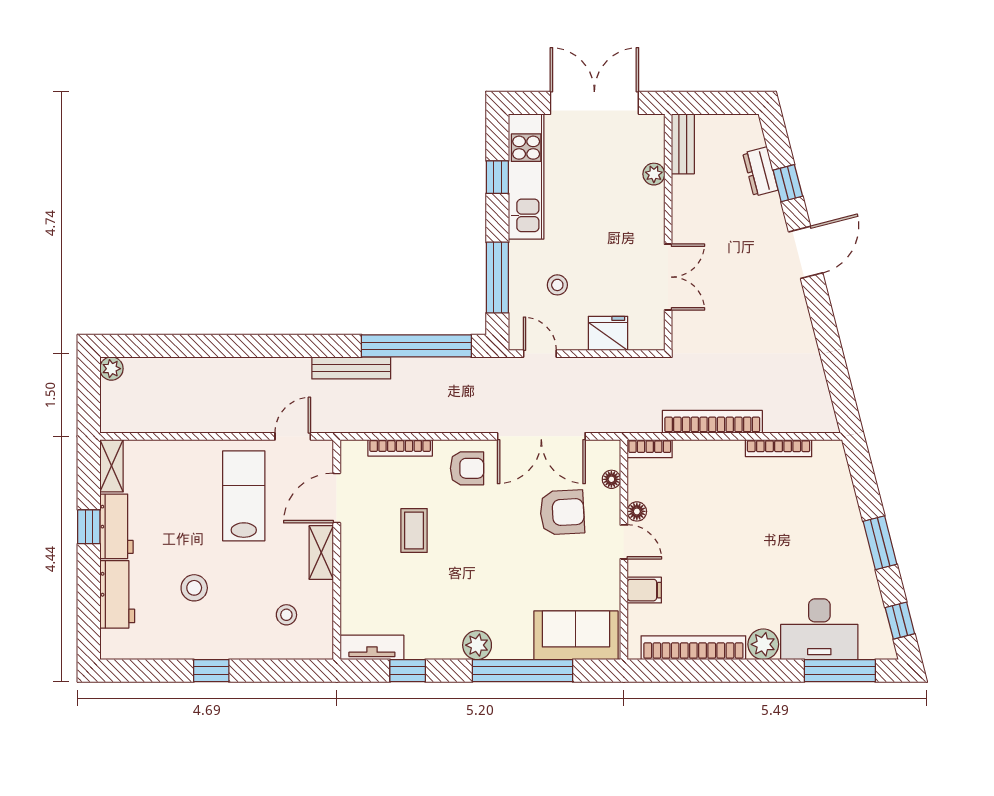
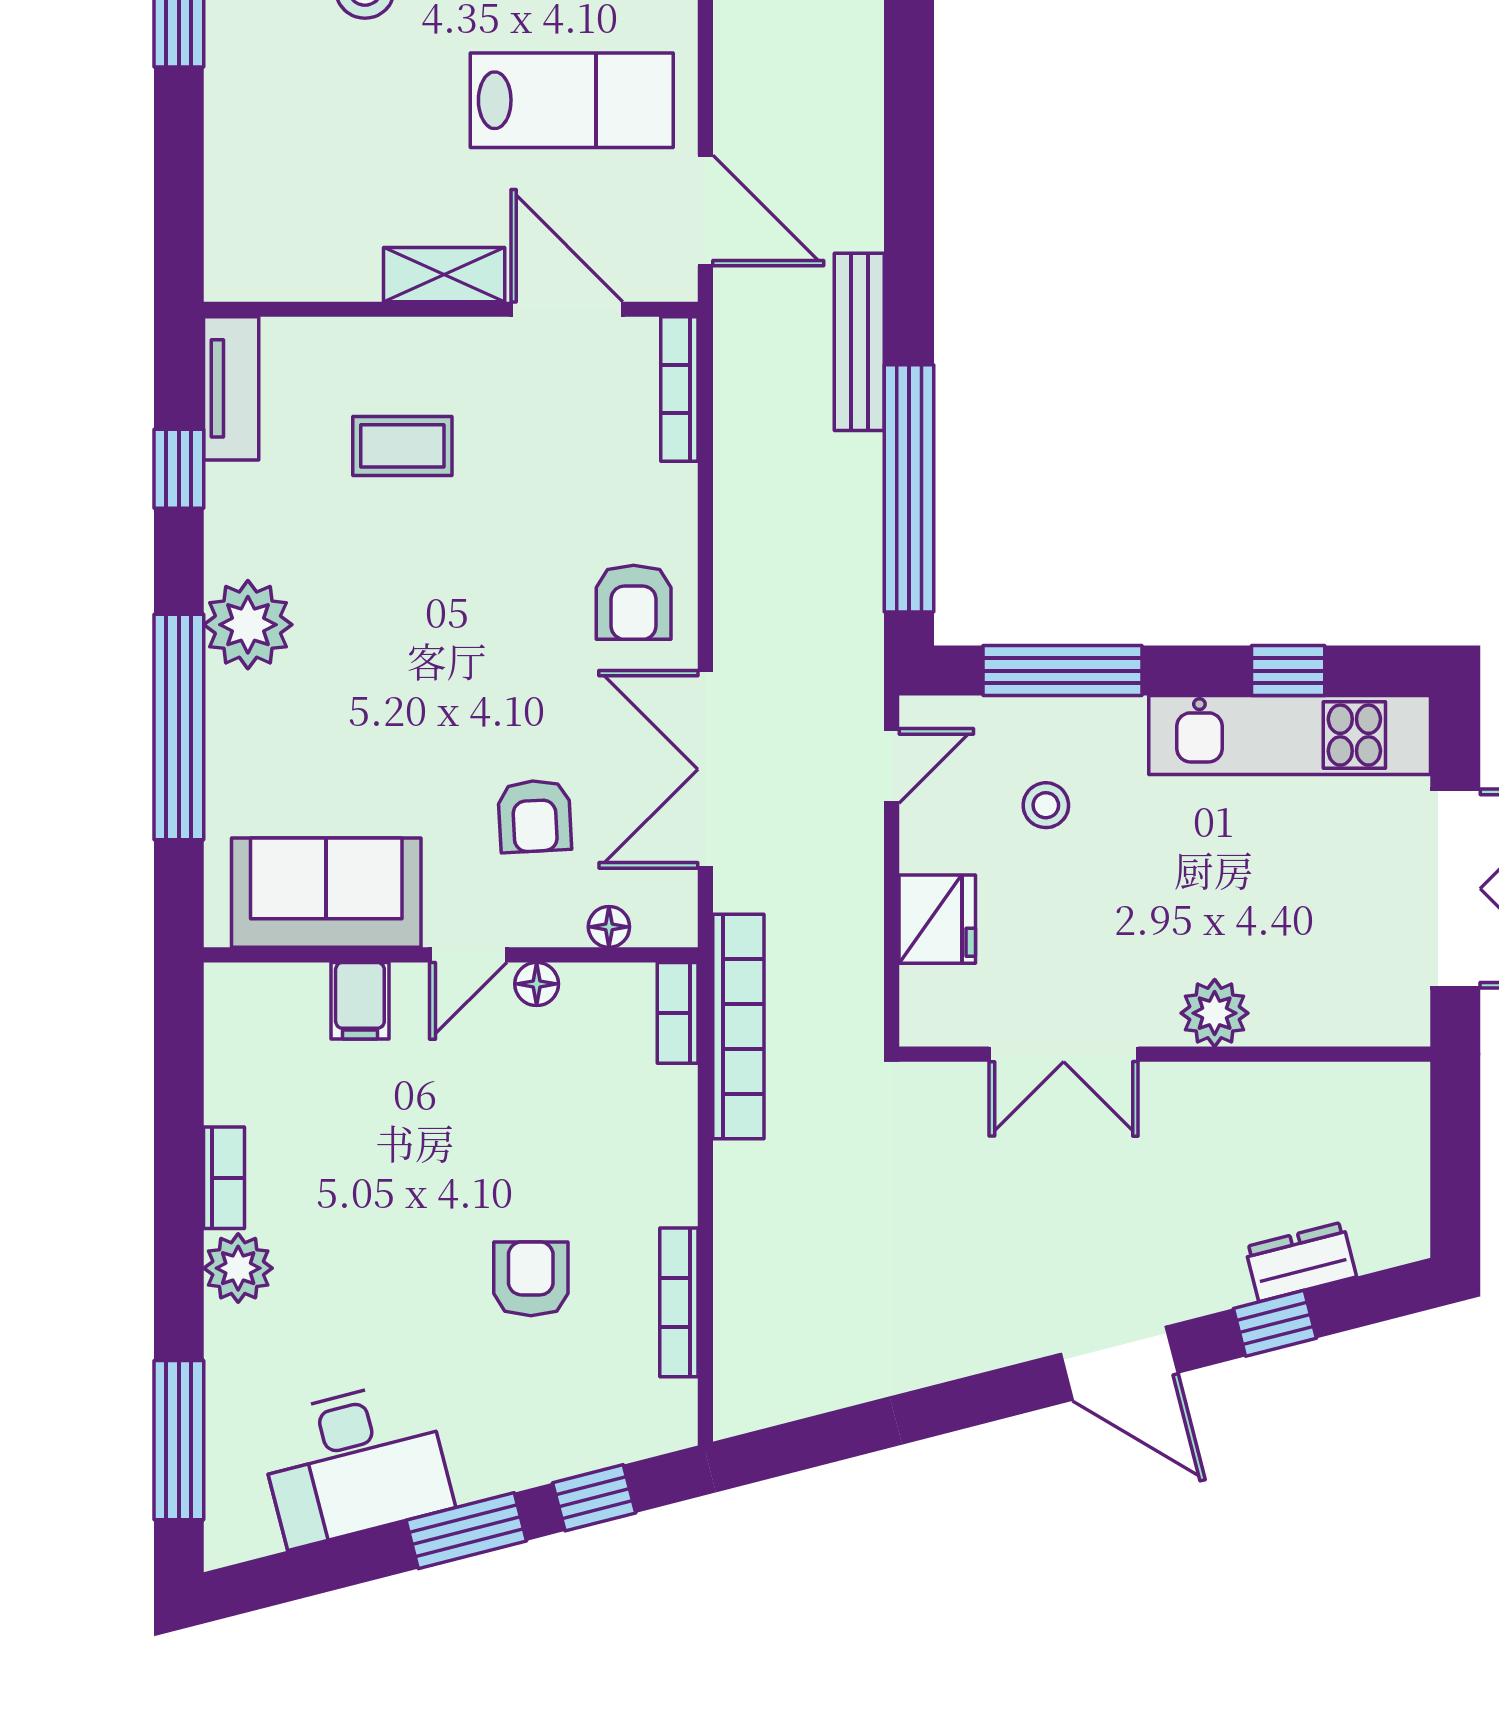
bench: (683, 144) -> (1363, 1087), removed
plant: (654, 174) -> (1215, 1013), moved, width x1.38, depth x1.38
bookcase: (712, 422) -> (738, 1027), moved
door: (293, 436) -> (705, 210), width x1.38
bookcase: (400, 448) -> (679, 389), moved
armchair: (562, 512) -> (535, 816), width x0.72, depth x0.72
armchair: (768, 514) -> (531, 1279), added
coffee table: (414, 530) -> (402, 446), moved
stool: (286, 615) -> (304, 196), removed
window: (900, 621) -> (594, 1498), moved
desk: (819, 629) -> (355, 1463), moved, turned -104
sofa: (576, 635) -> (326, 893), moved, turned -90
plant: (477, 645) -> (248, 625), width x1.36, depth x1.36
bookcase: (693, 648) -> (224, 1178), width x0.43, depth x0.76

